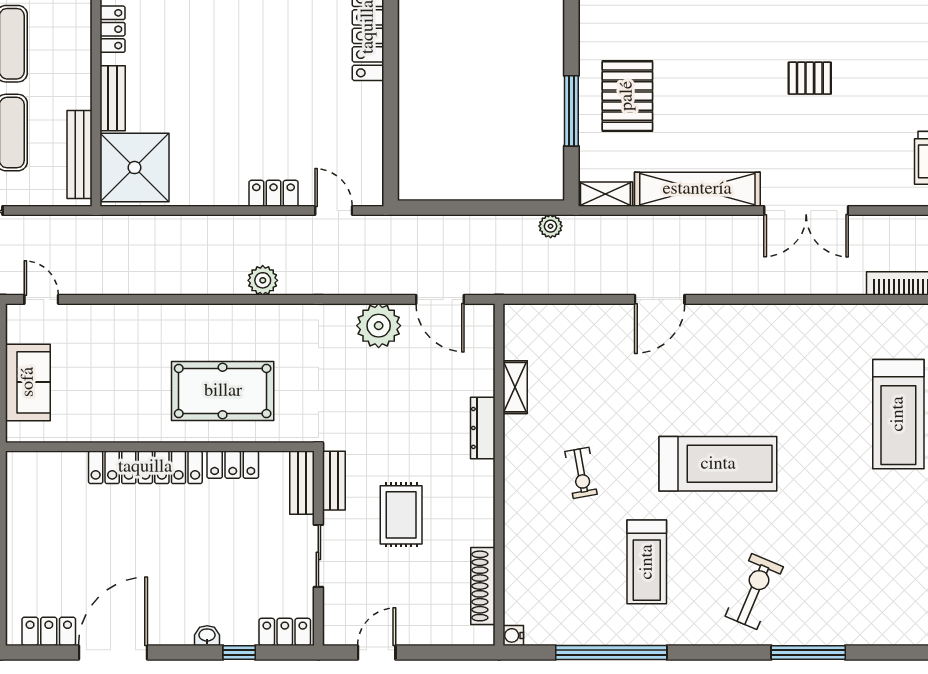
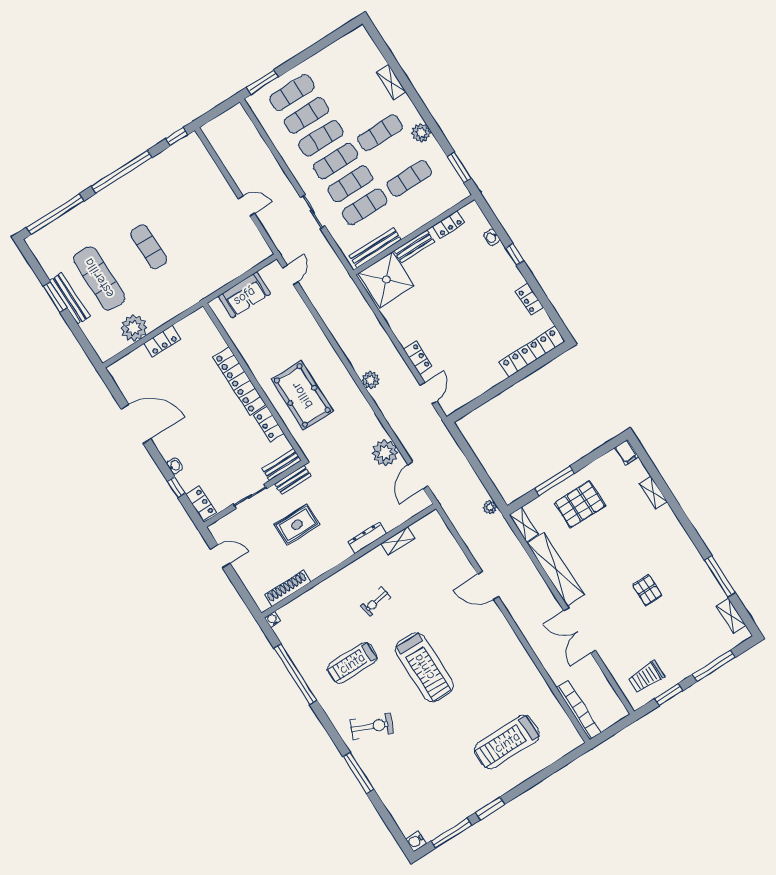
locker: (49, 631) -> (162, 341), moved, turned 90

